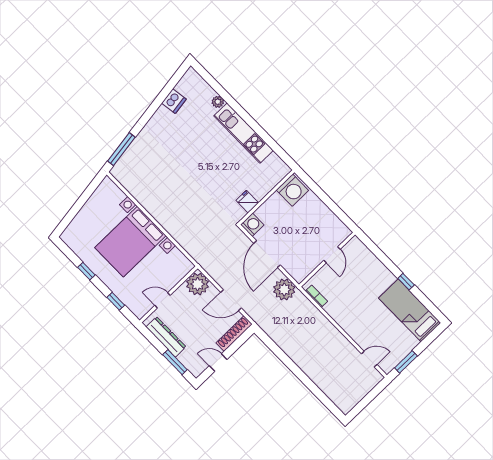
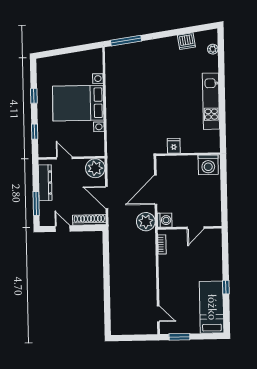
plant: (218, 102) -> (213, 49), moved
washing machine: (252, 225) -> (165, 220), moved

